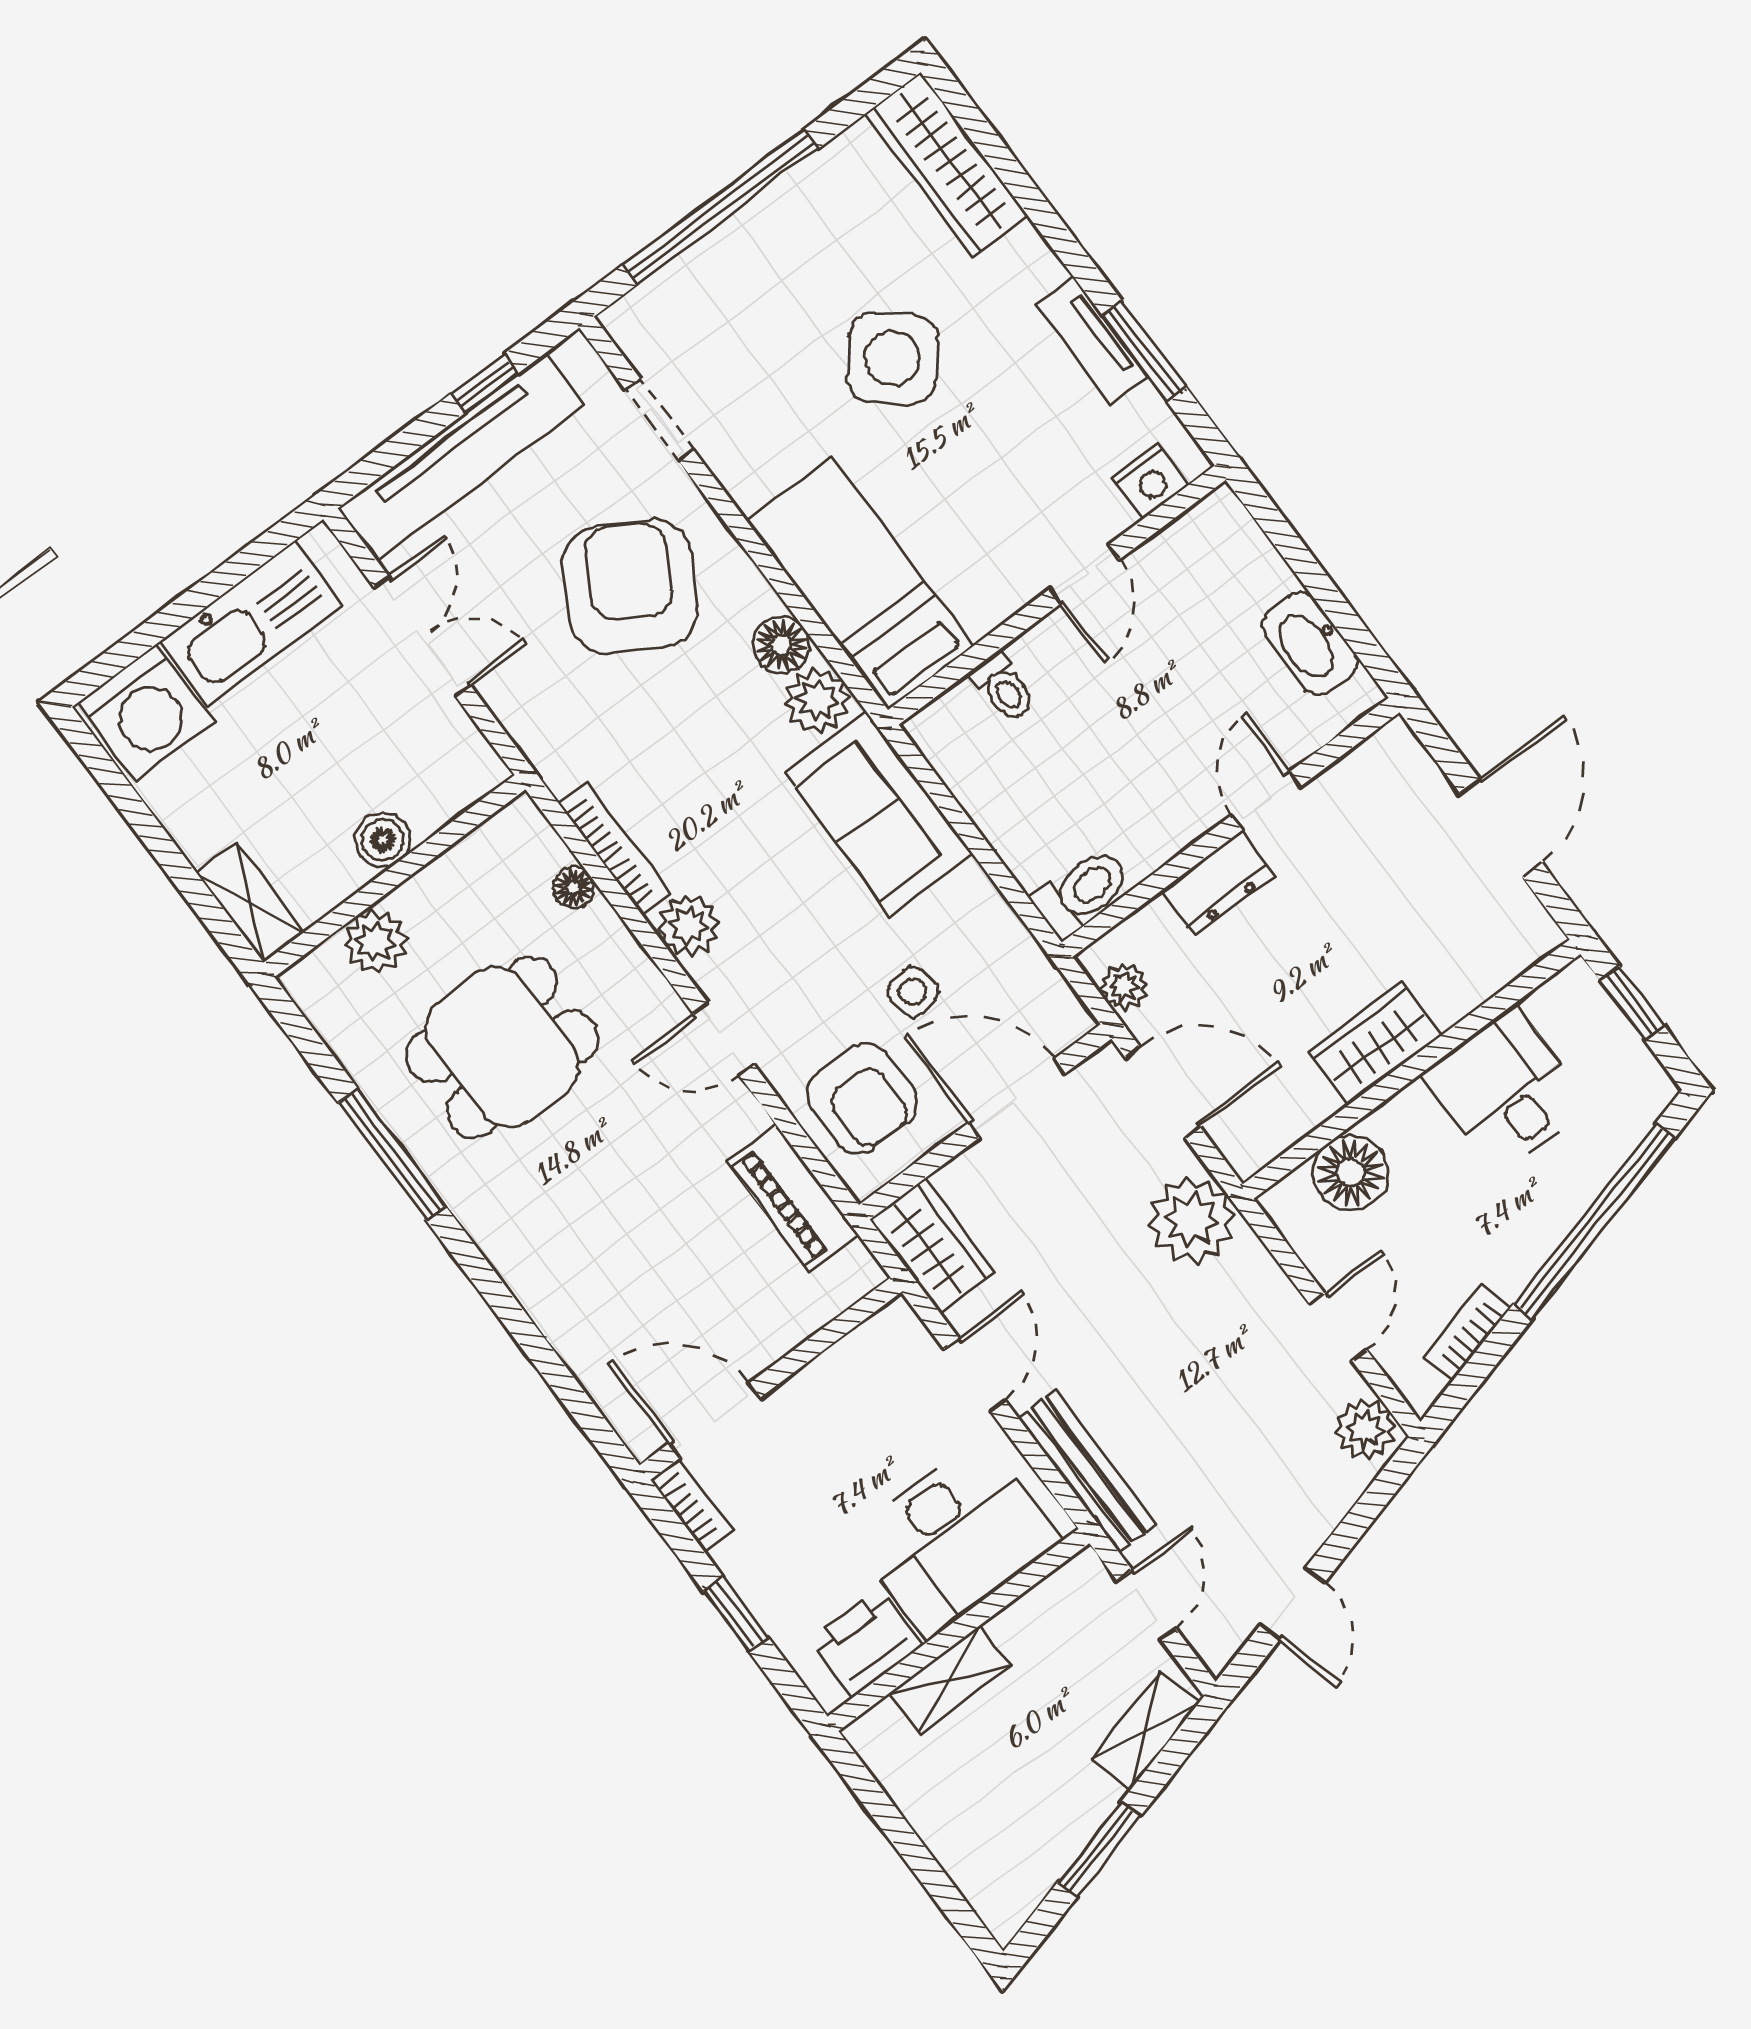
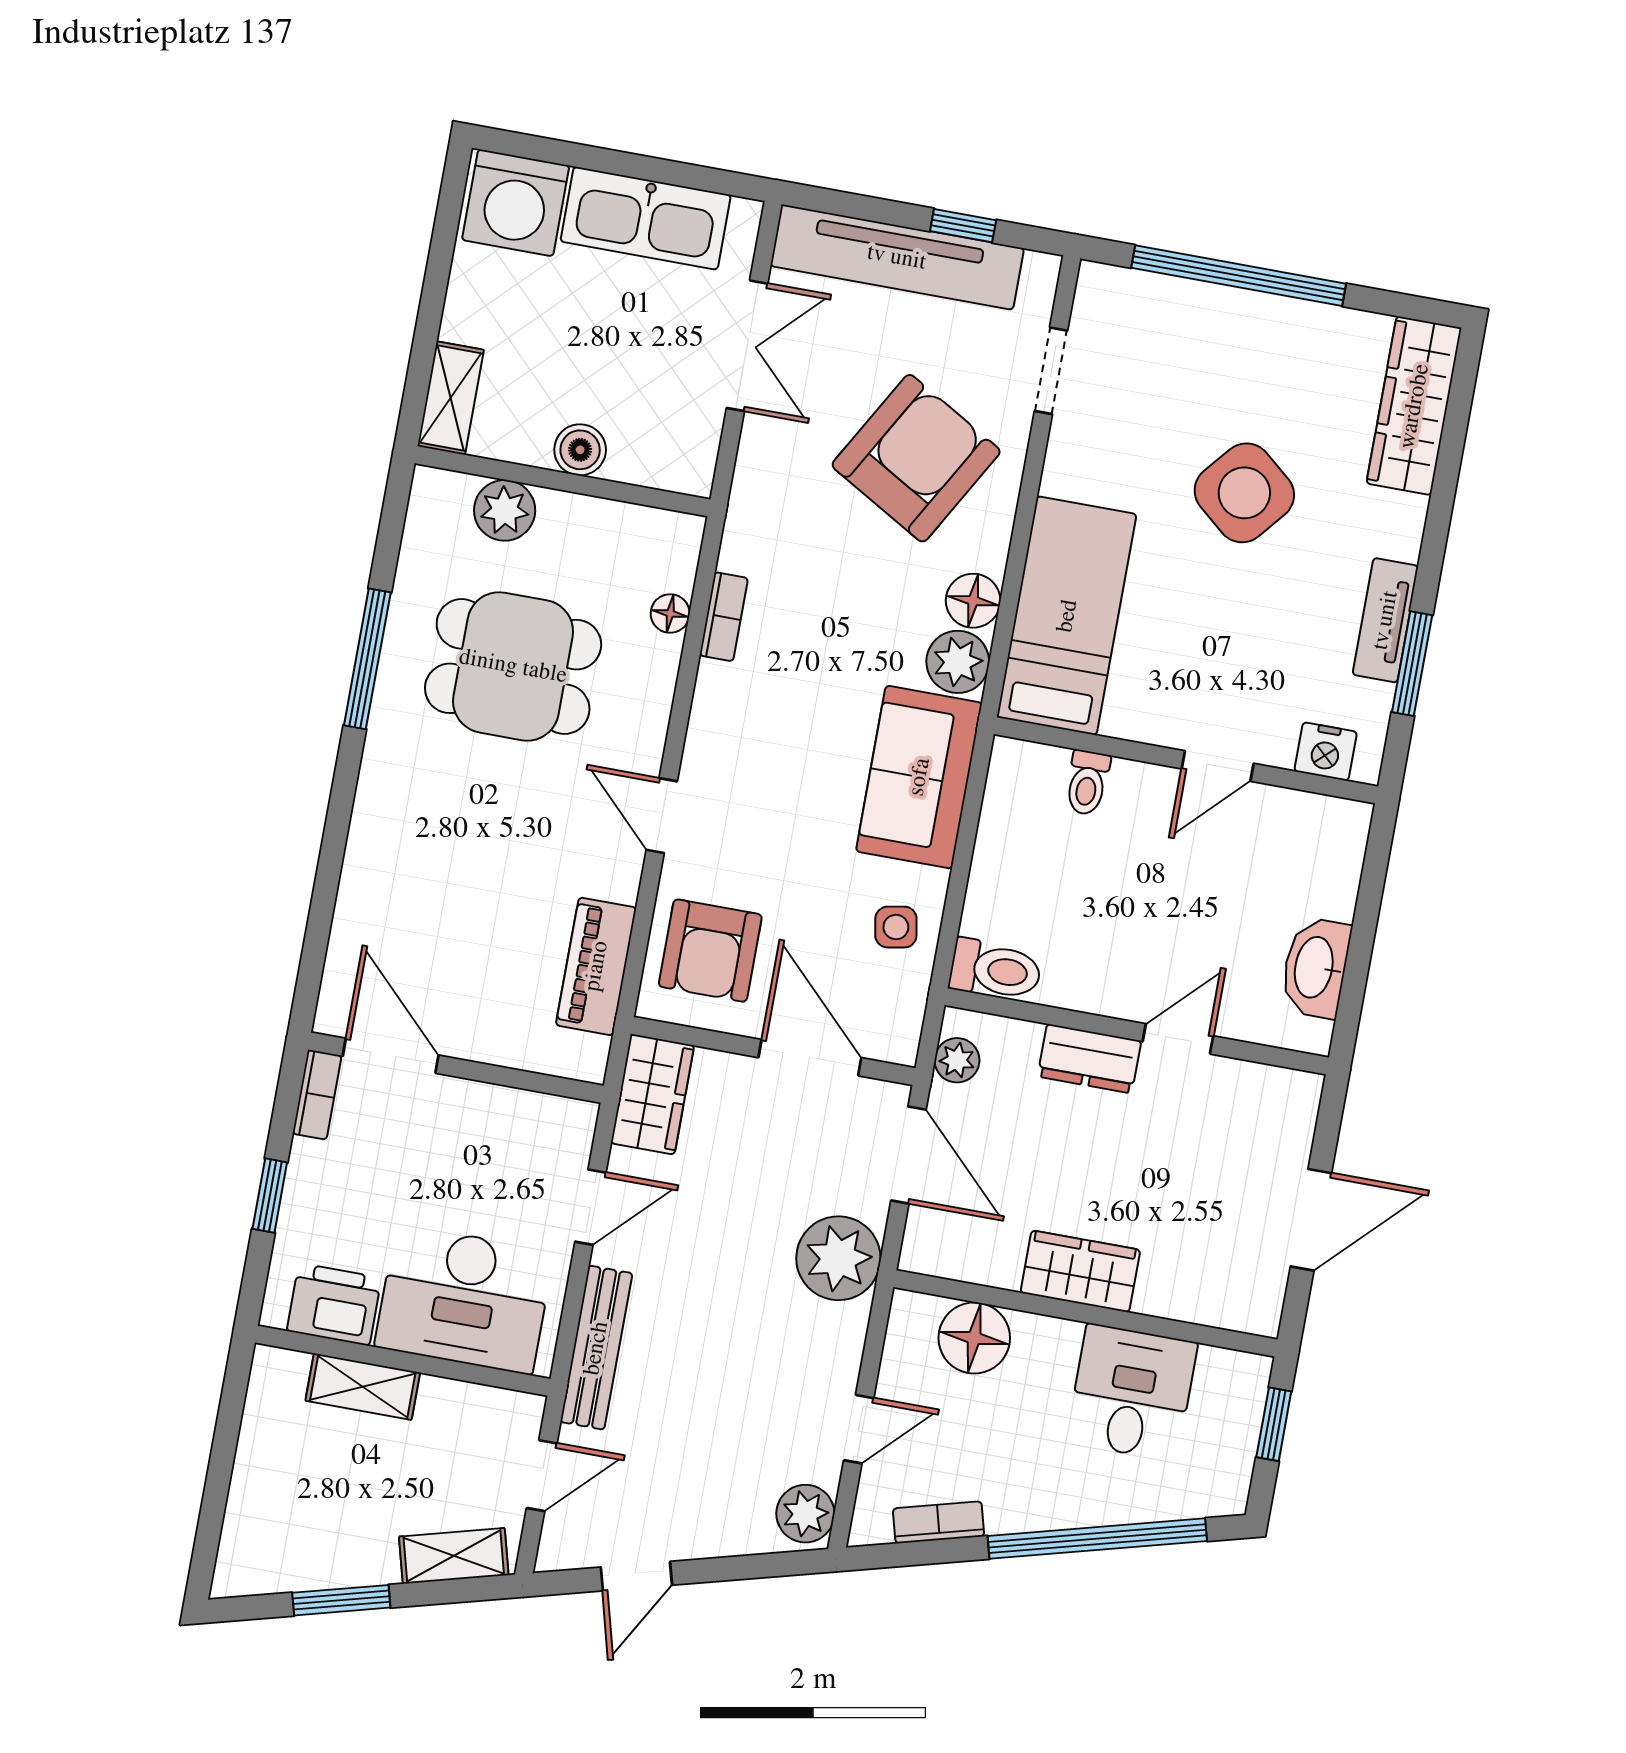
bookcase: (615, 849) -> (724, 617), width x0.64
plant: (689, 926) -> (718, 718), removed
side table: (913, 992) -> (896, 927), moved

